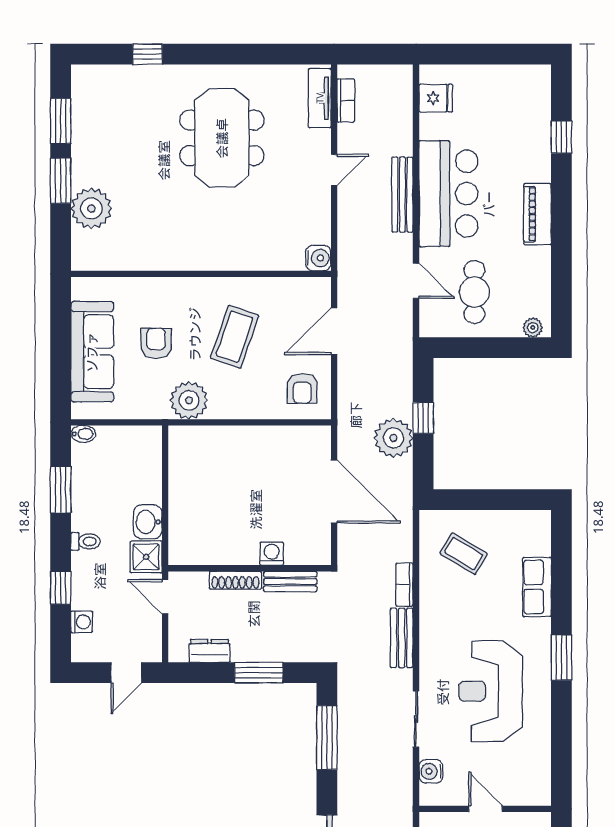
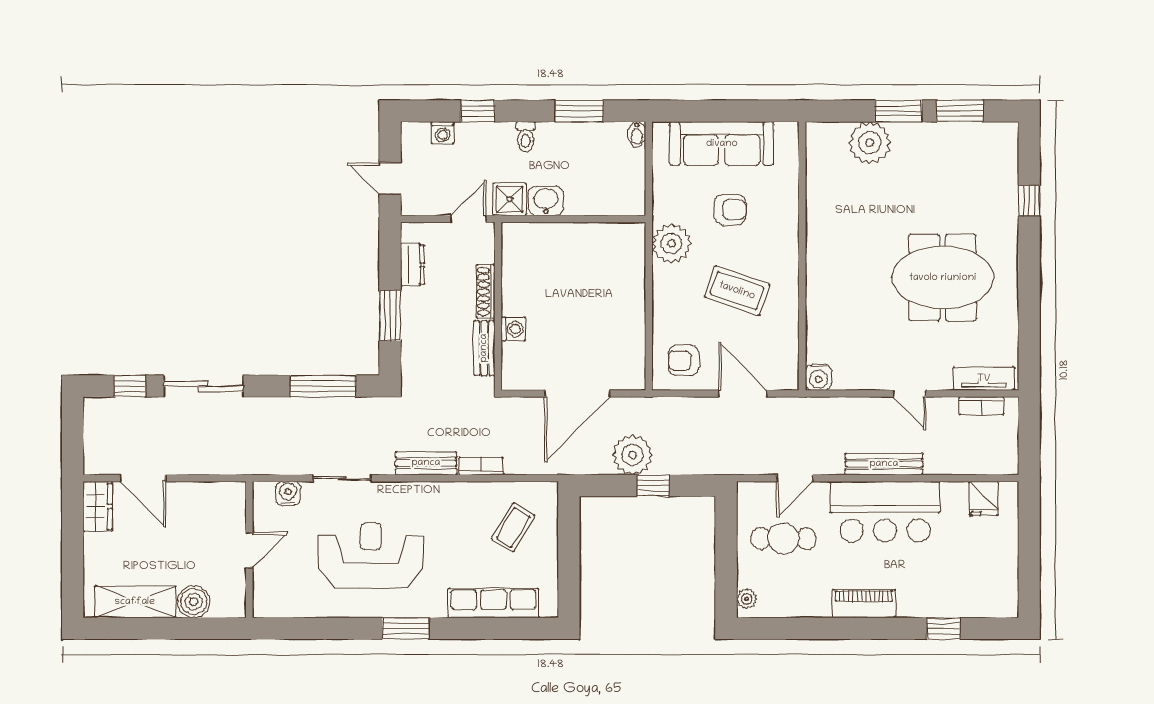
row of seats: (537, 587) -> (493, 603), width x1.48

